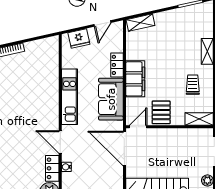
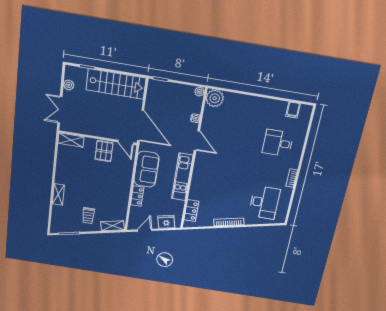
filing cabinet: (135, 79) -> (123, 182), removed
trolley: (193, 85) -> (88, 216), moved
door: (138, 127) -> (126, 142), hinge flipped
locker: (52, 168) -> (191, 211), moved

